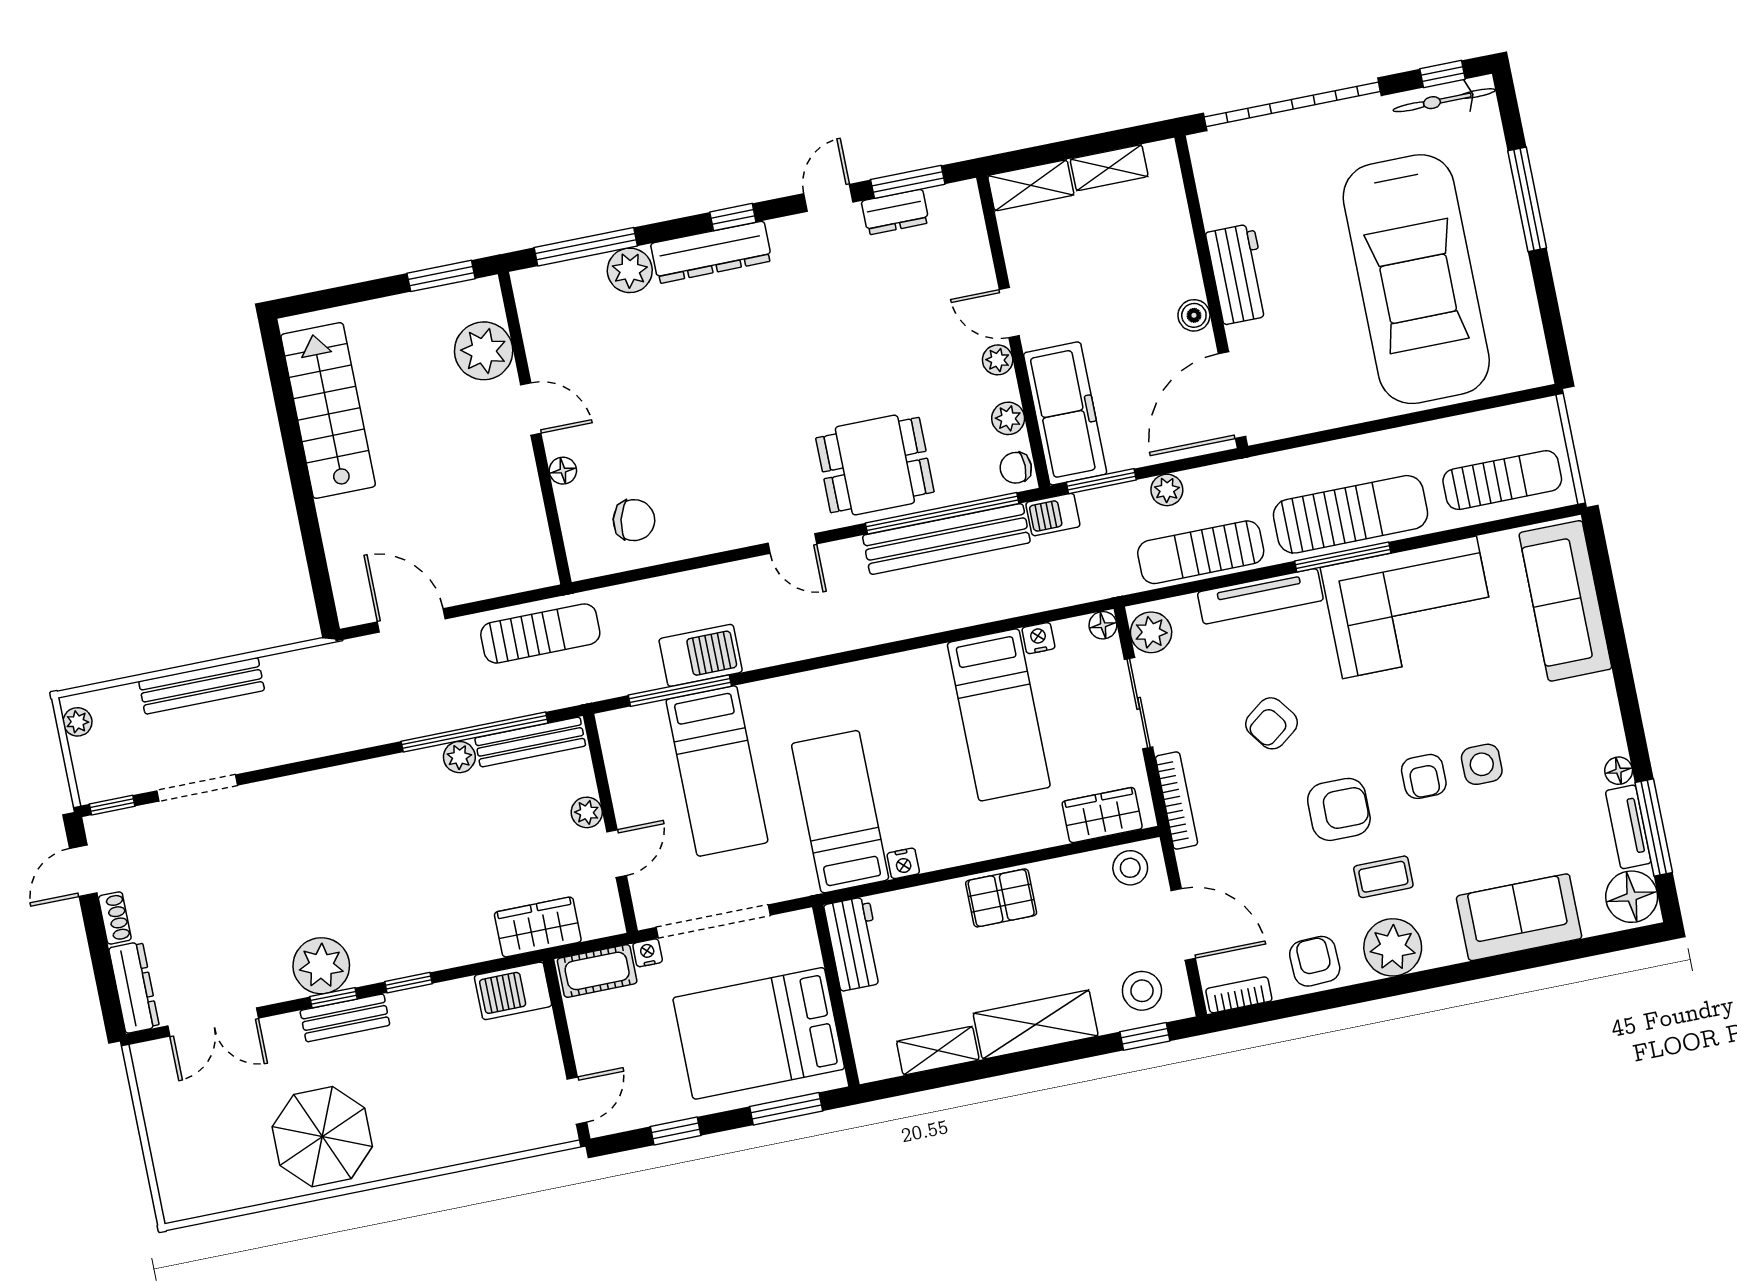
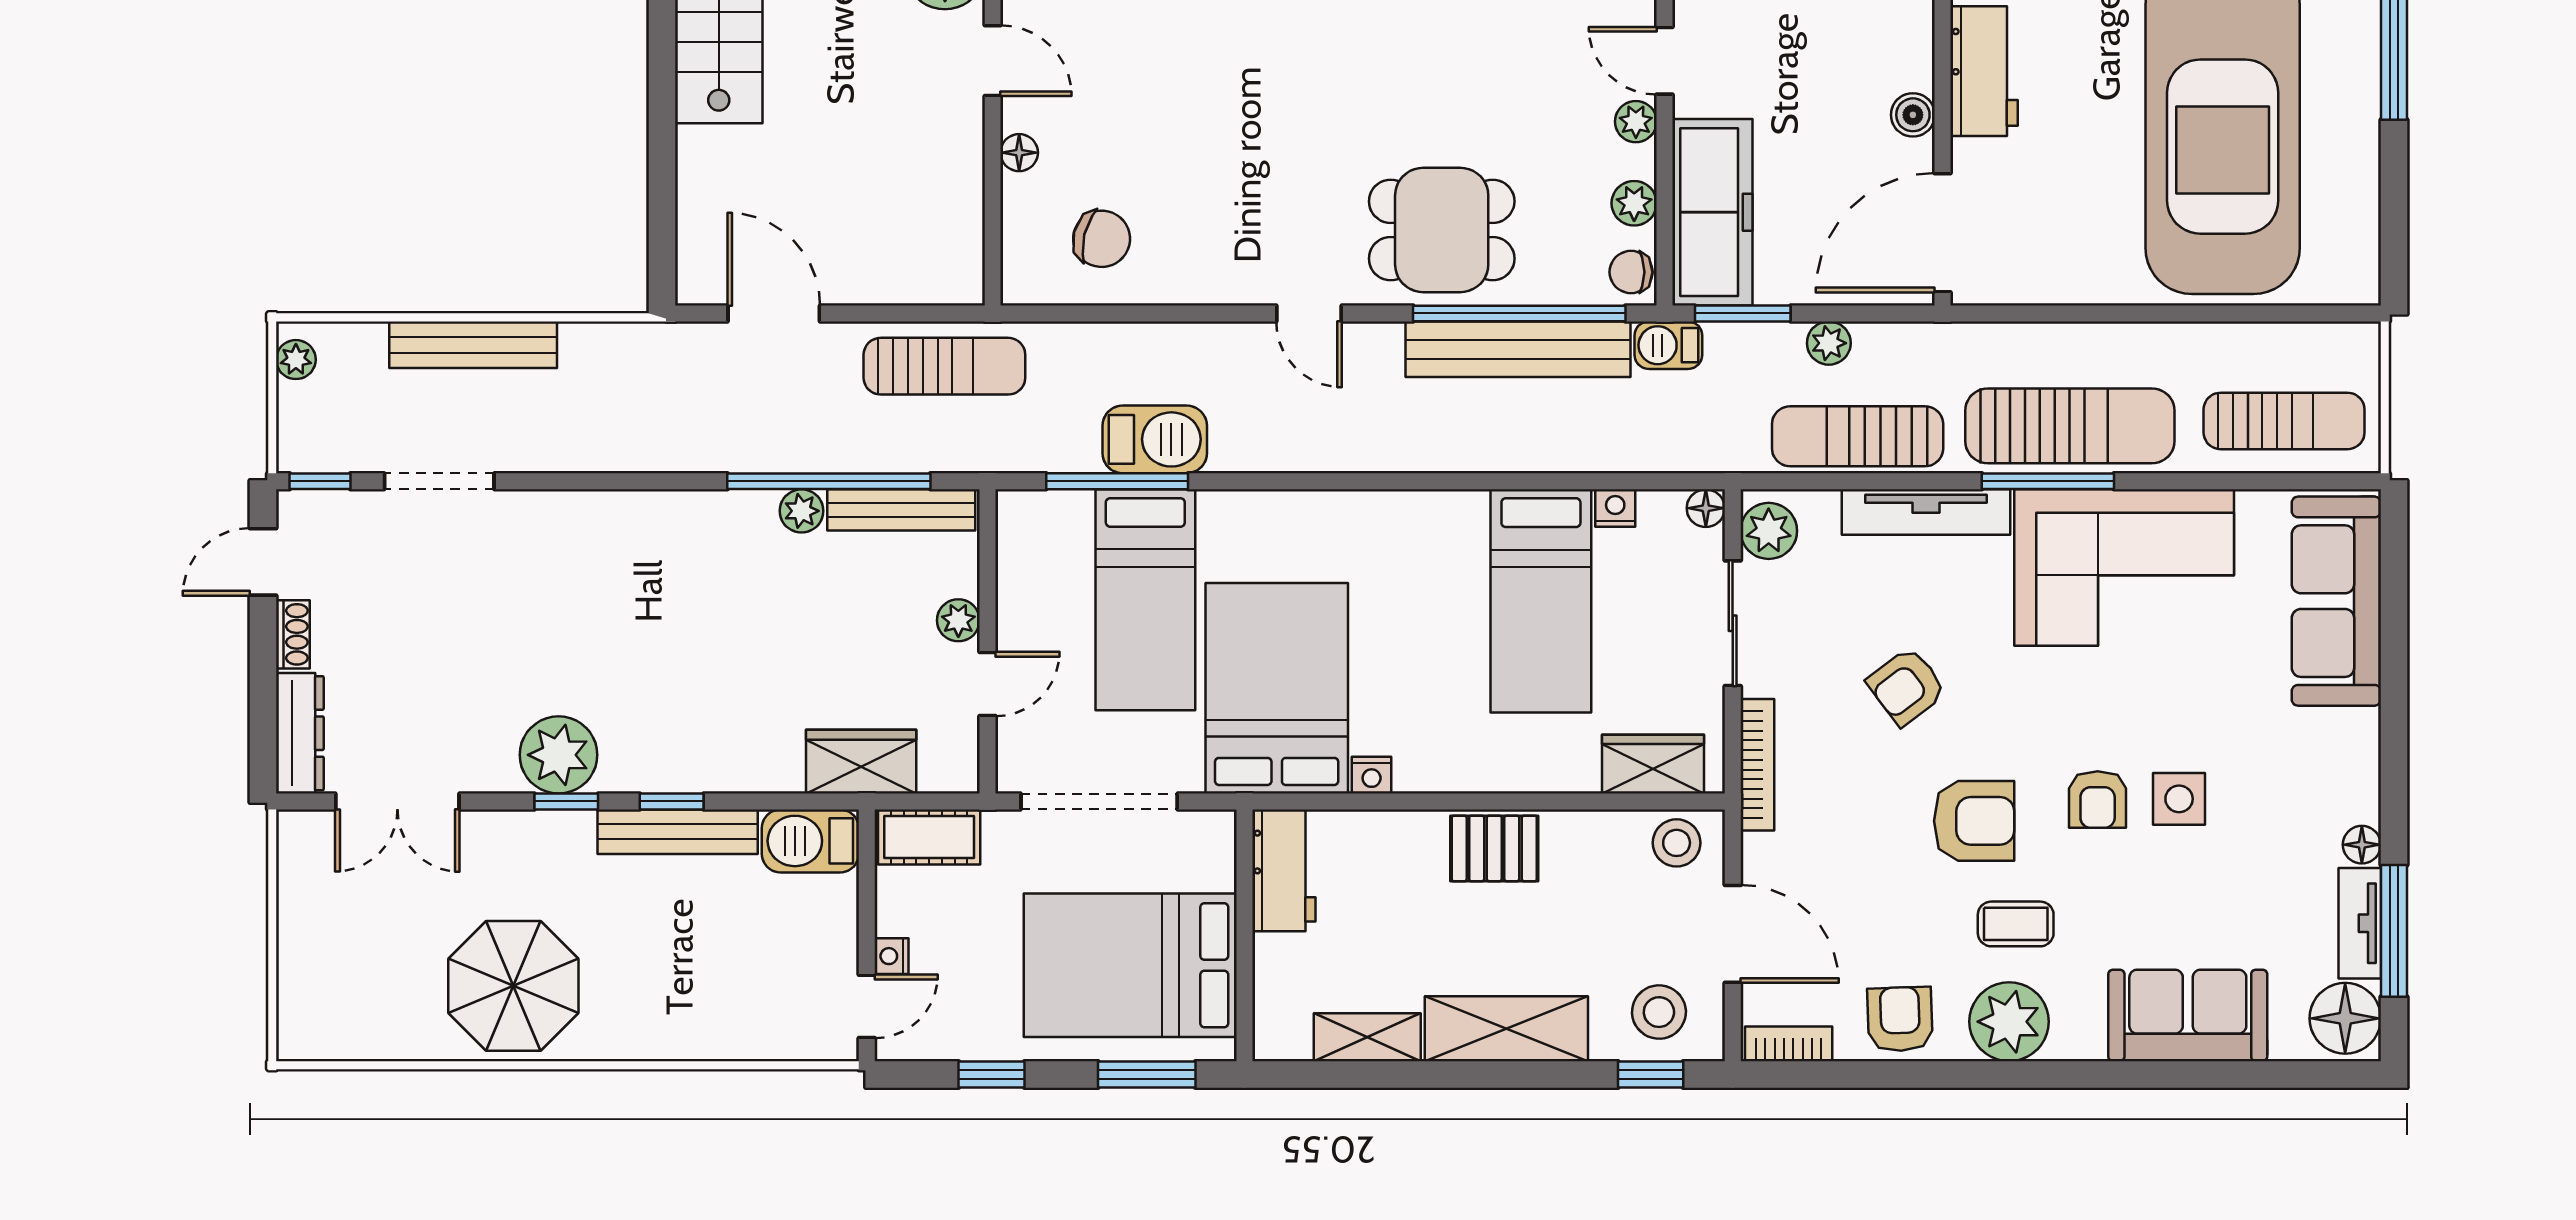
bed: (840, 812) -> (1277, 688), width x1.50
nightstand: (648, 953) -> (891, 956), moved, turned -90
bench: (345, 1018) -> (678, 832), moved, width x1.36

